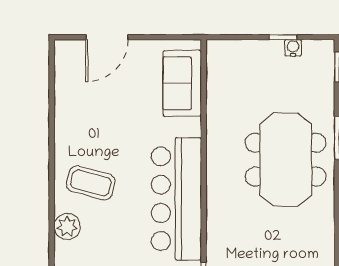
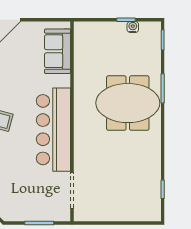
meeting table: (286, 160) -> (128, 103), turned 90

